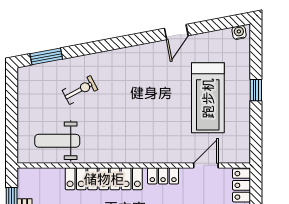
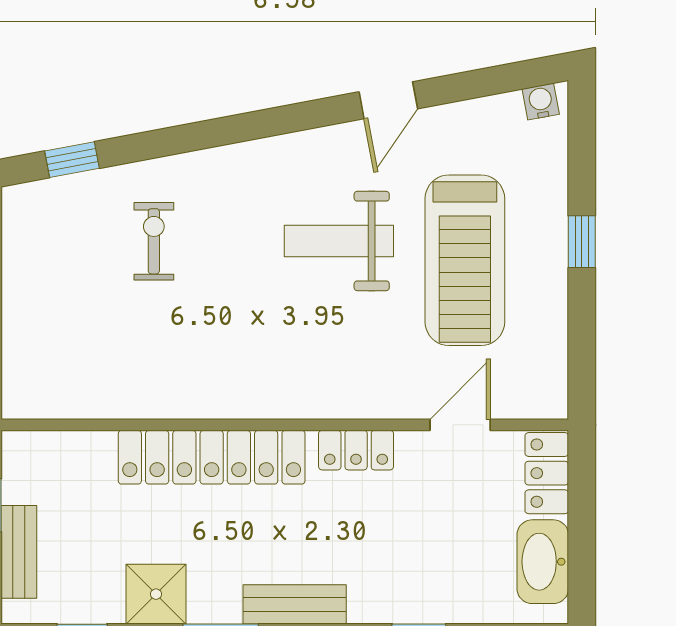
window: (46, 56) -> (72, 160), width x0.67
exercise bike: (80, 90) -> (154, 241), turned -62
weight bench: (57, 141) -> (339, 241), moved

